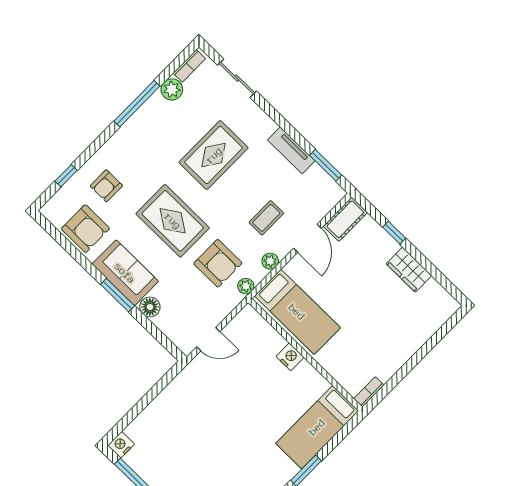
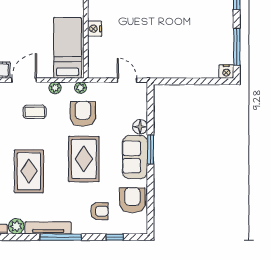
window: (137, 104) -> (61, 237), moved
tv unit: (139, 119) -> (48, 228), added
rug: (214, 155) -> (29, 171), turned 90

